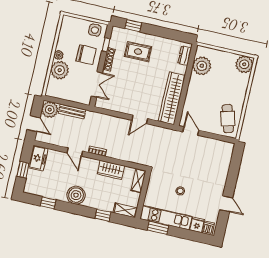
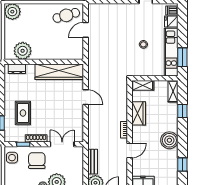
door: (191, 131) -> (86, 30), moved

